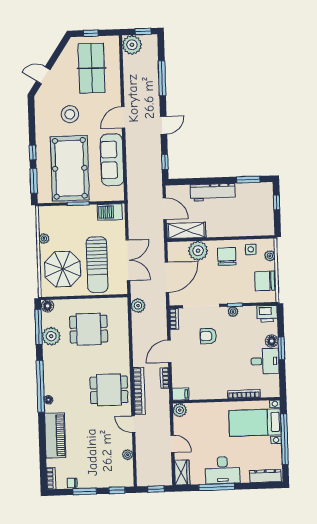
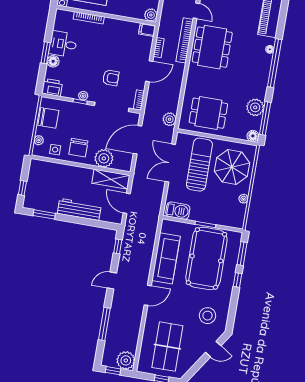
stool: (70, 114) -> (207, 316), moved
dining table: (89, 329) -> (208, 113), moved
dining table: (109, 390) -> (212, 47), width x1.38

